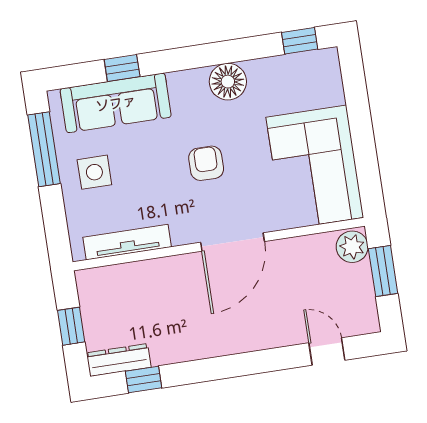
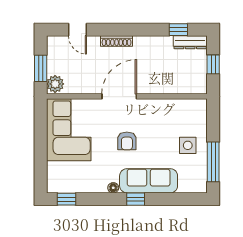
window: (122, 68) -> (136, 199), moved
floor lamp: (228, 82) -> (113, 188), width x0.53, depth x0.53
sofa: (116, 103) -> (149, 181), moved
tv unit: (127, 242) -> (176, 105), removed
shoe rack: (253, 342) -> (117, 41), added

